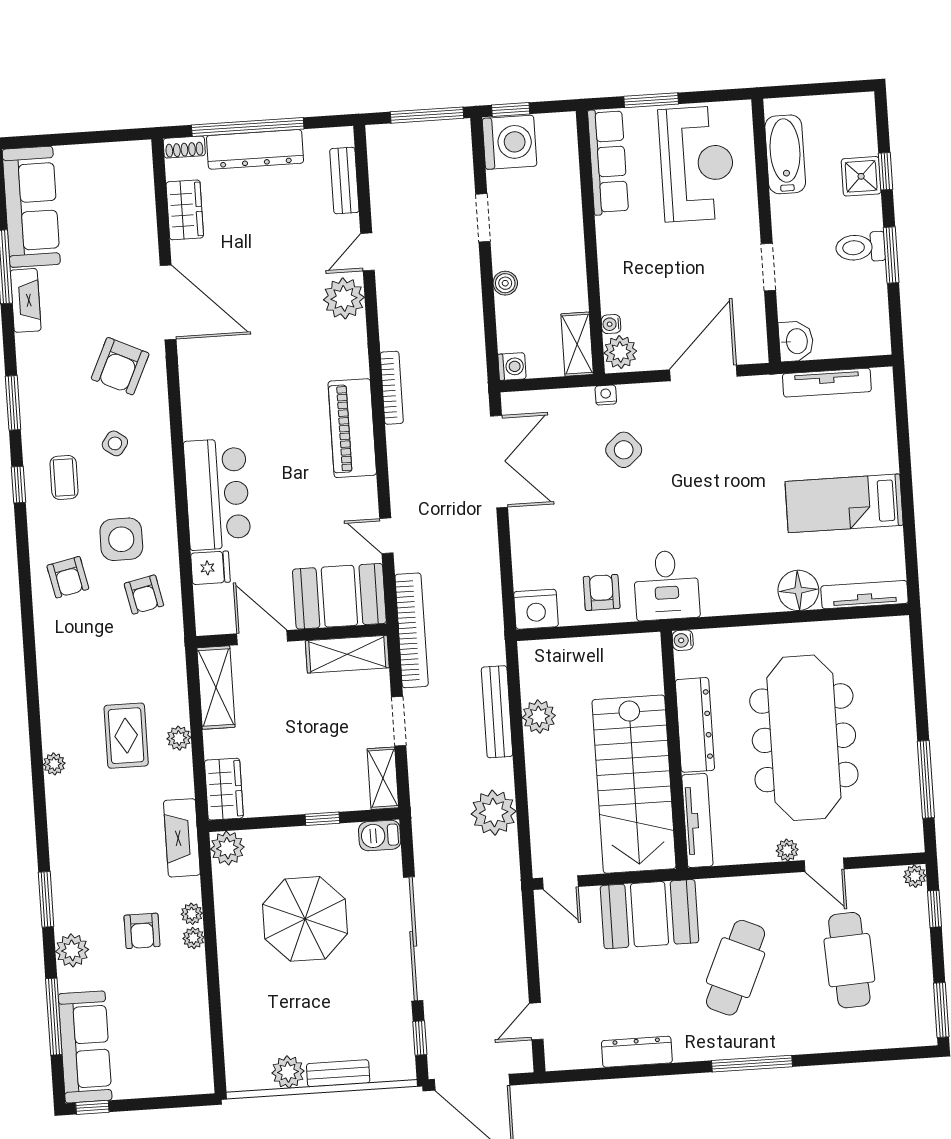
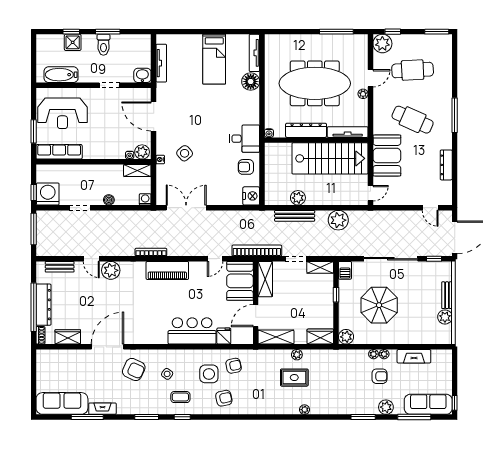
reception desk: (697, 164) -> (62, 113), turned 180
fireplace: (182, 838) -> (414, 356), moved
plant: (915, 876) -> (382, 44), width x1.88, depth x1.88

